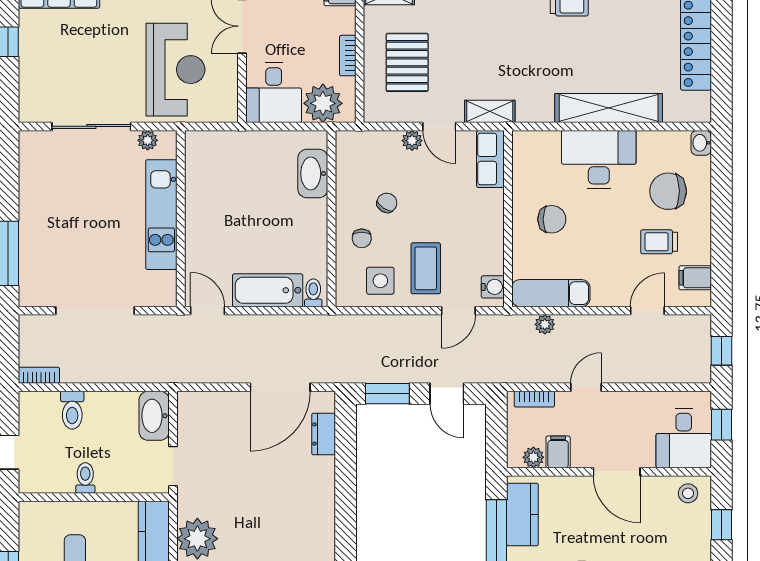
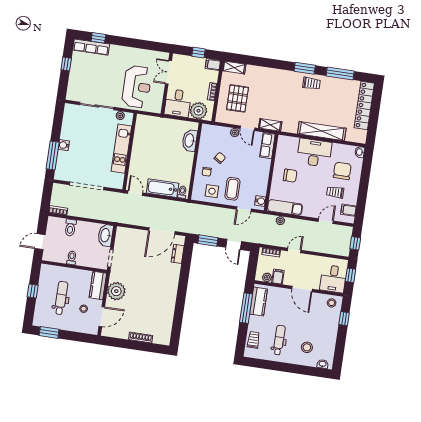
chair: (668, 191) -> (342, 171), turned 90
water cooler: (30, 226) -> (64, 145), added

